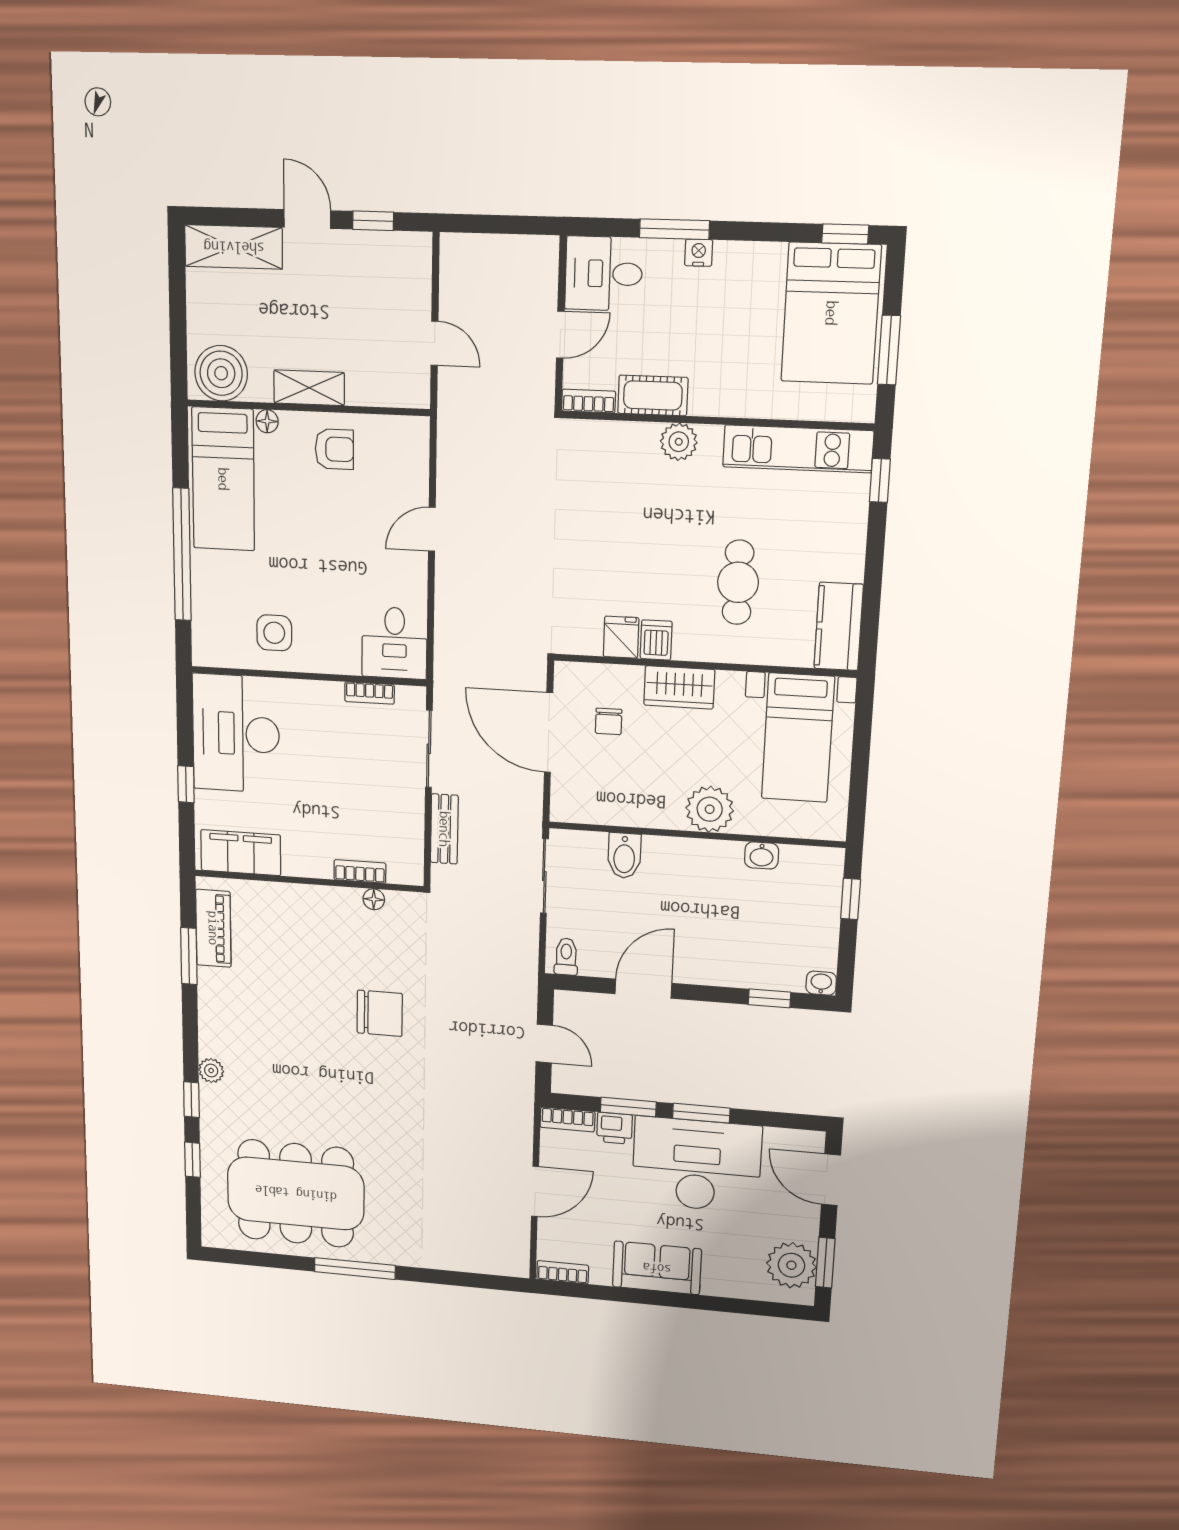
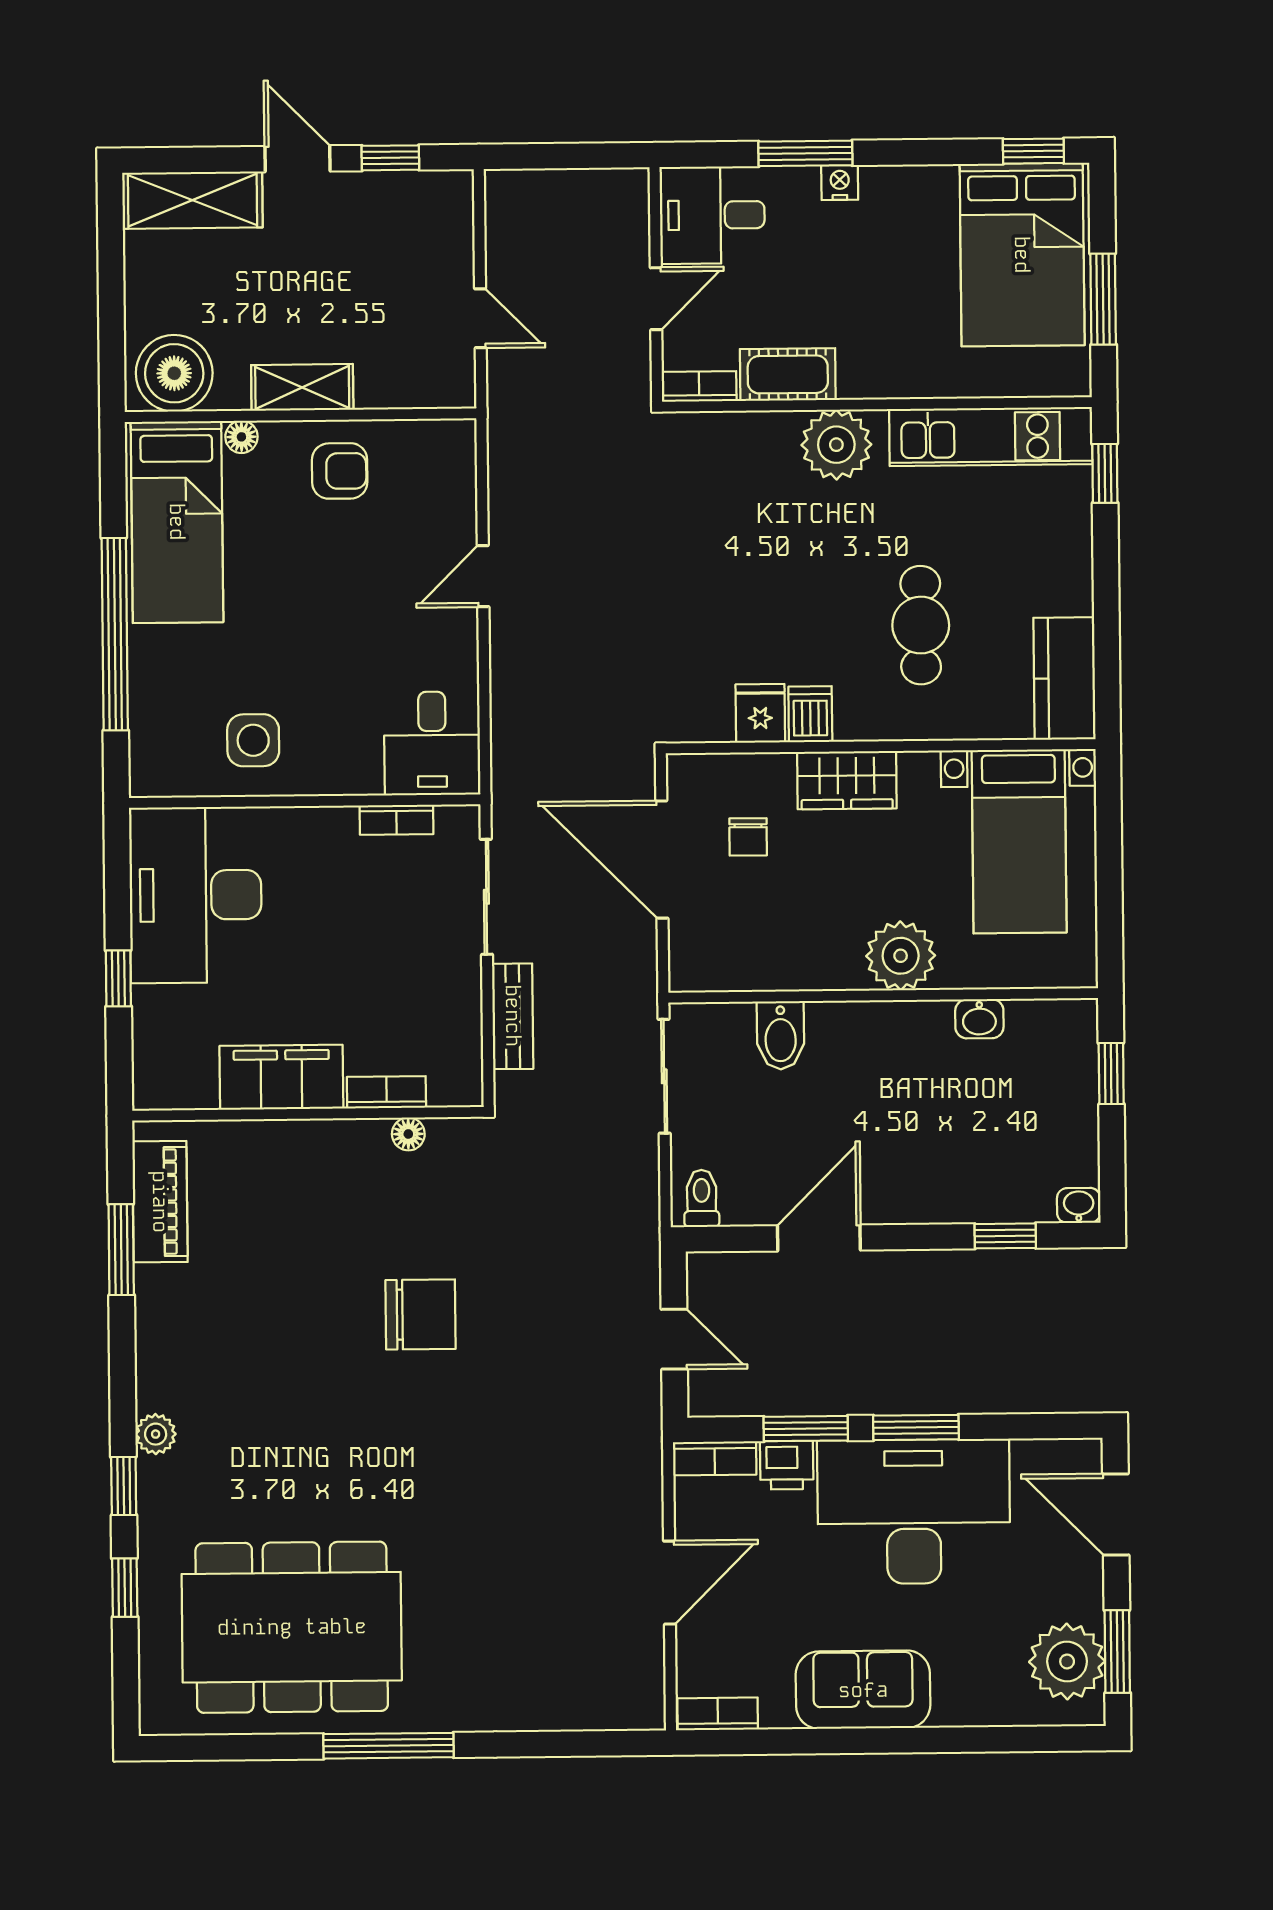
plant: (679, 442) -> (836, 445), width x1.36, depth x1.36
filing cabinet: (241, 853) -> (281, 1077), moved

